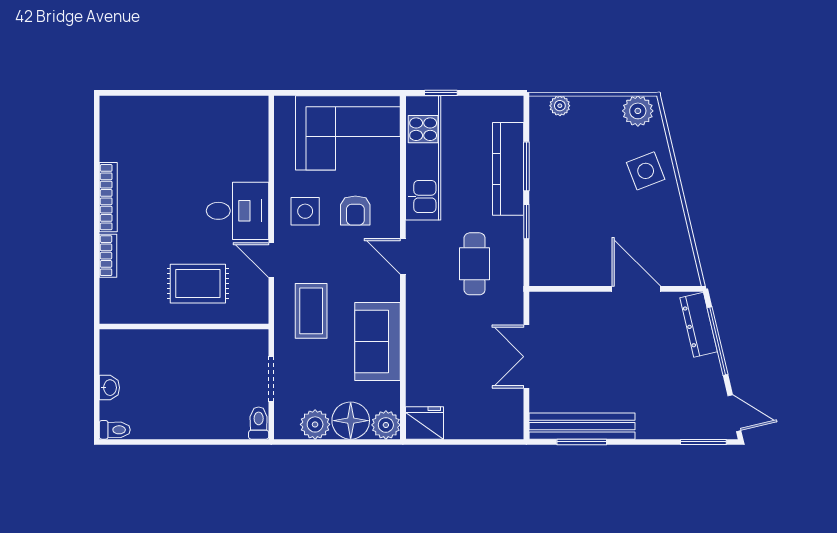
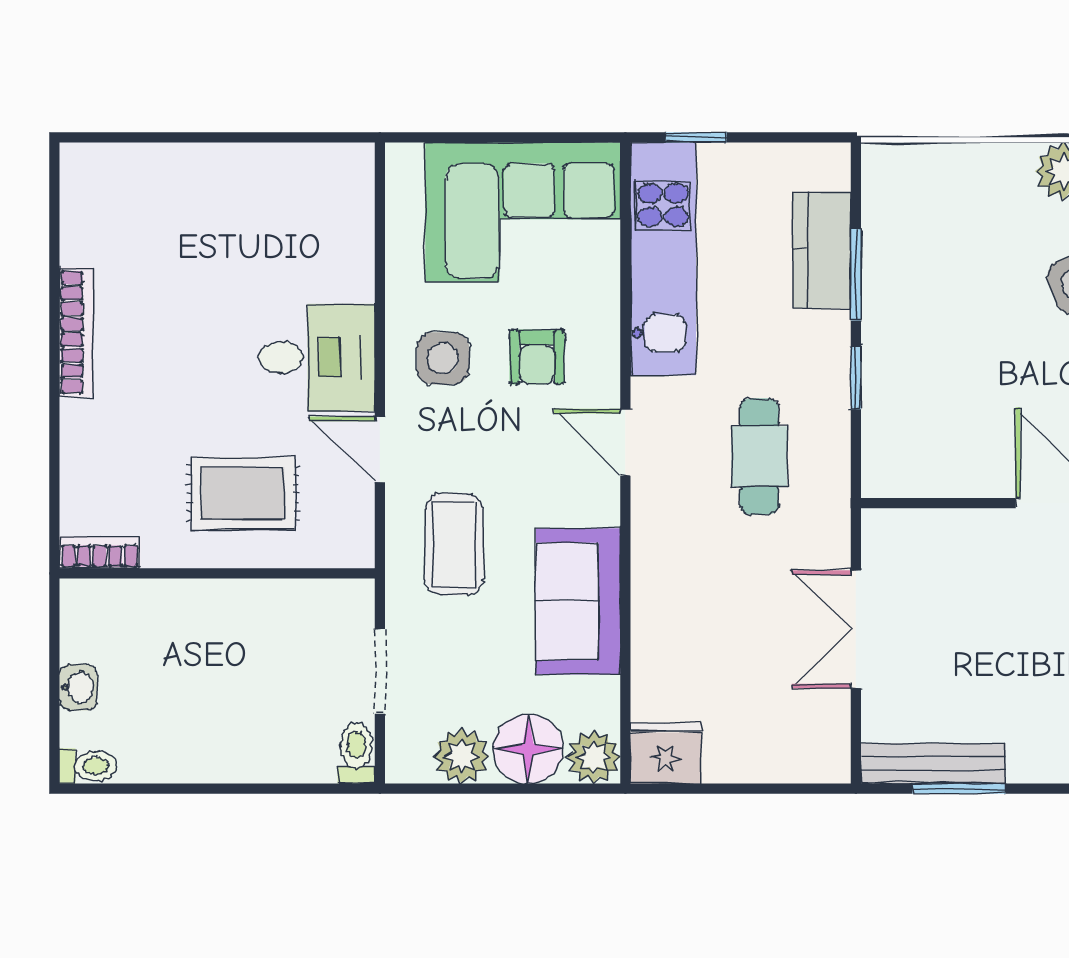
plant: (560, 106) -> (918, 161), removed
kitchen counter: (508, 169) -> (822, 250), width x0.67
bookcase: (108, 256) -> (100, 552), moved, turned -90
bench: (582, 426) -> (933, 763), width x0.73, depth x0.82

